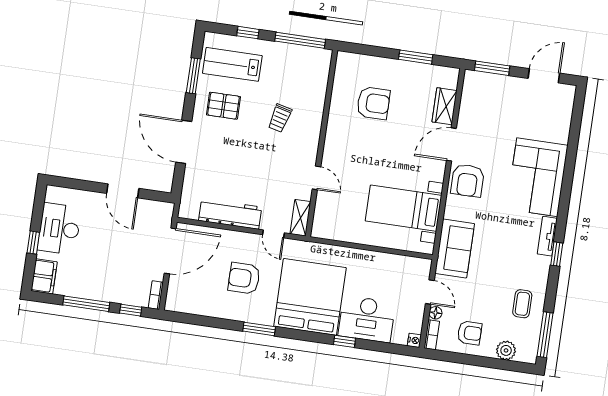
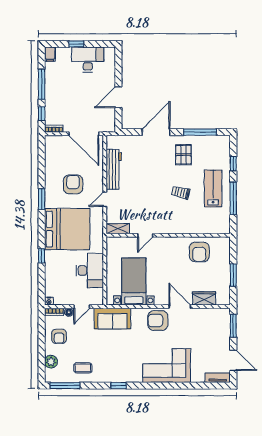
lab bench: (232, 64) -> (213, 188), moved
window: (193, 76) -> (200, 132), width x1.44
wall: (322, 143) -> (168, 235), moved
door: (316, 178) -> (145, 235), moved
shelving: (300, 218) -> (118, 229), moved
tv unit: (547, 236) -> (218, 378), moved
filing cabinet: (44, 276) -> (50, 54), width x0.50
desk: (367, 319) -> (90, 271), moved, turned 180

